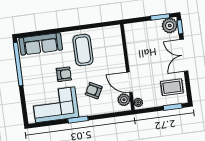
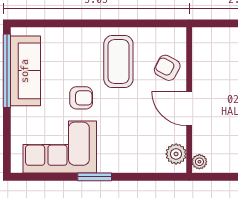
sofa: (41, 44) -> (25, 71), moved, turned -90
door: (129, 82) -> (189, 109), moved
armchair: (94, 91) -> (167, 68), moved

